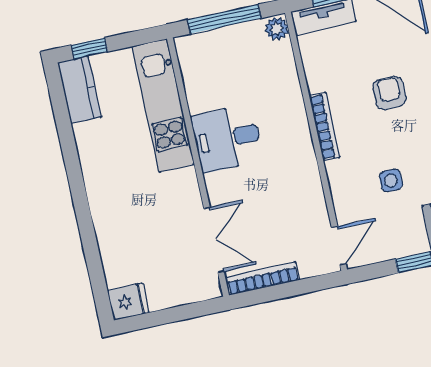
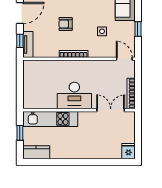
window: (224, 19) -> (20, 86), removed
plant: (277, 29) -> (29, 65), removed
window: (89, 48) -> (20, 133), moved
desk: (227, 138) -> (74, 95), width x1.37

